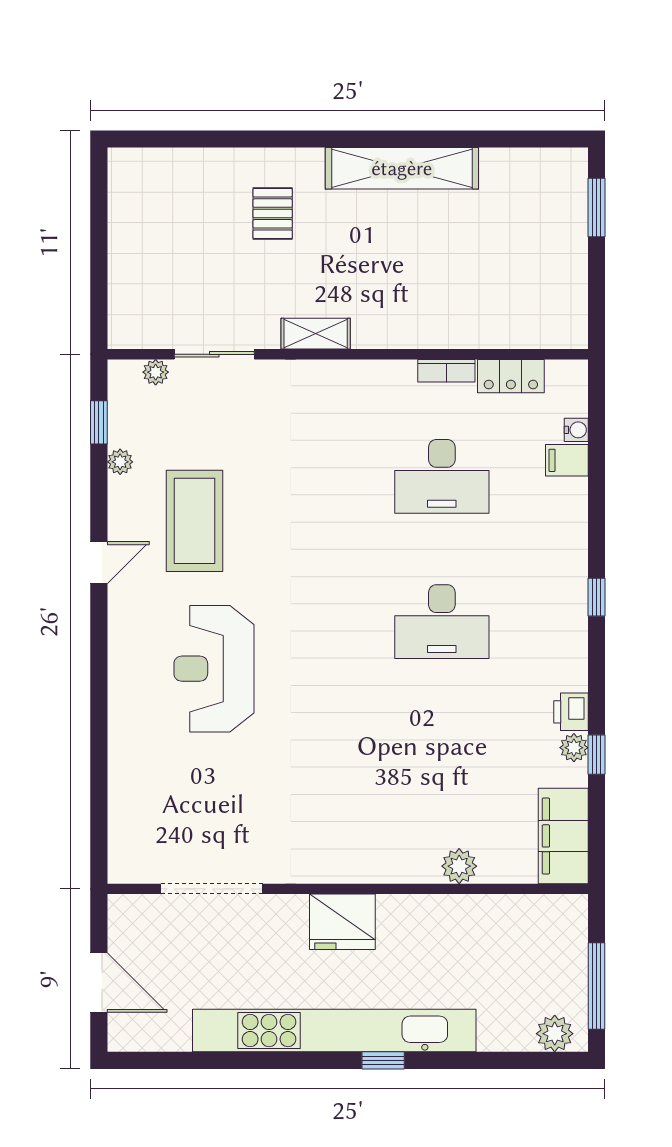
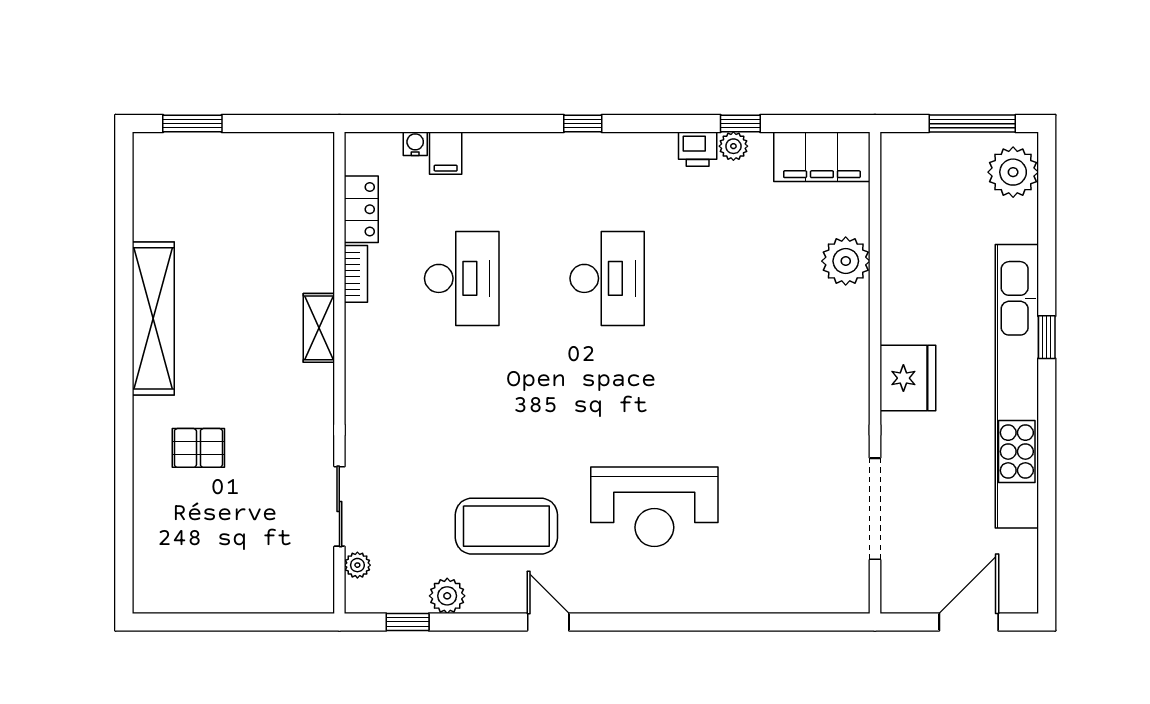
shelving: (316, 334) -> (319, 328), moved
plant: (120, 462) -> (447, 596), width x1.38, depth x1.38
plant: (459, 866) -> (846, 261), width x1.36, depth x1.36
plant: (555, 1034) -> (1013, 172), width x1.36, depth x1.36

